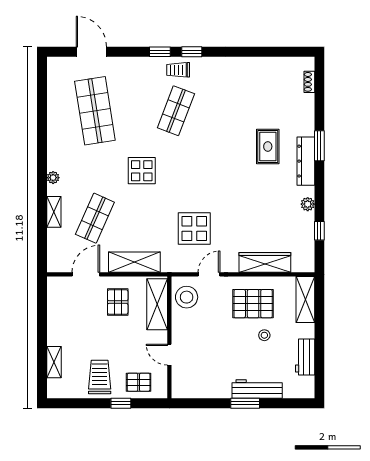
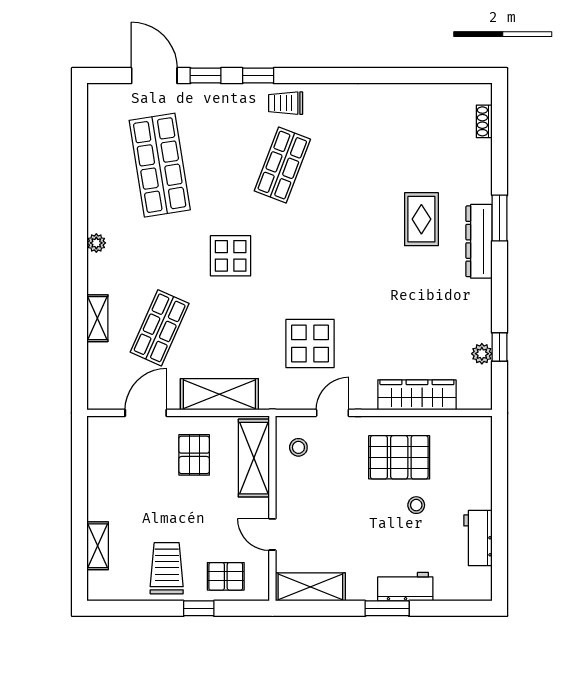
window: (192, 52) -> (206, 76), moved
plant: (53, 178) -> (96, 243), moved
plant: (308, 204) -> (482, 354), moved
stool: (187, 297) -> (298, 447), width x0.53, depth x0.53
shelving: (305, 299) -> (310, 587), moved, turned 90
workbench: (257, 389) -> (405, 587), width x0.73

